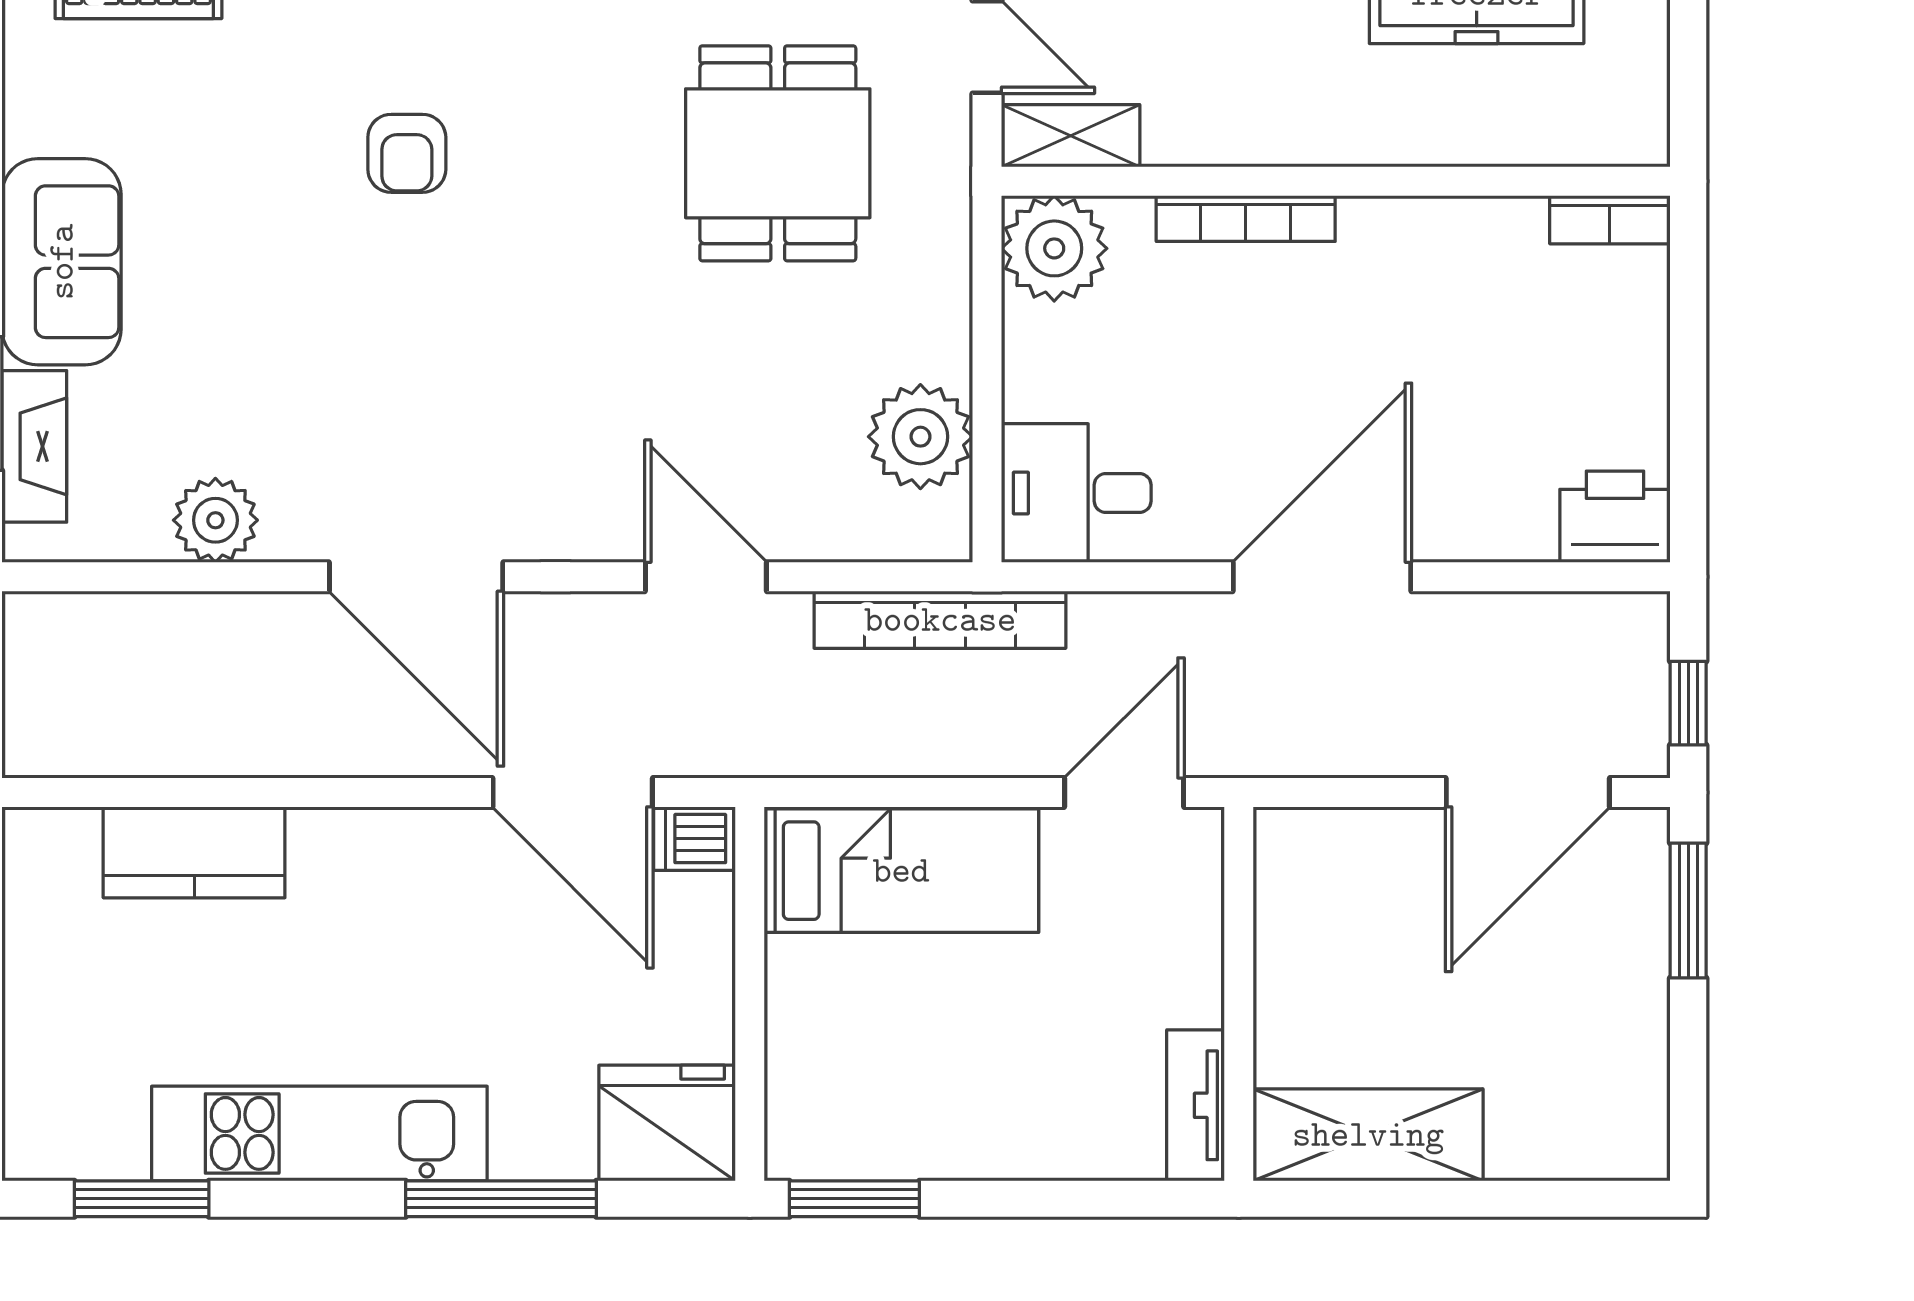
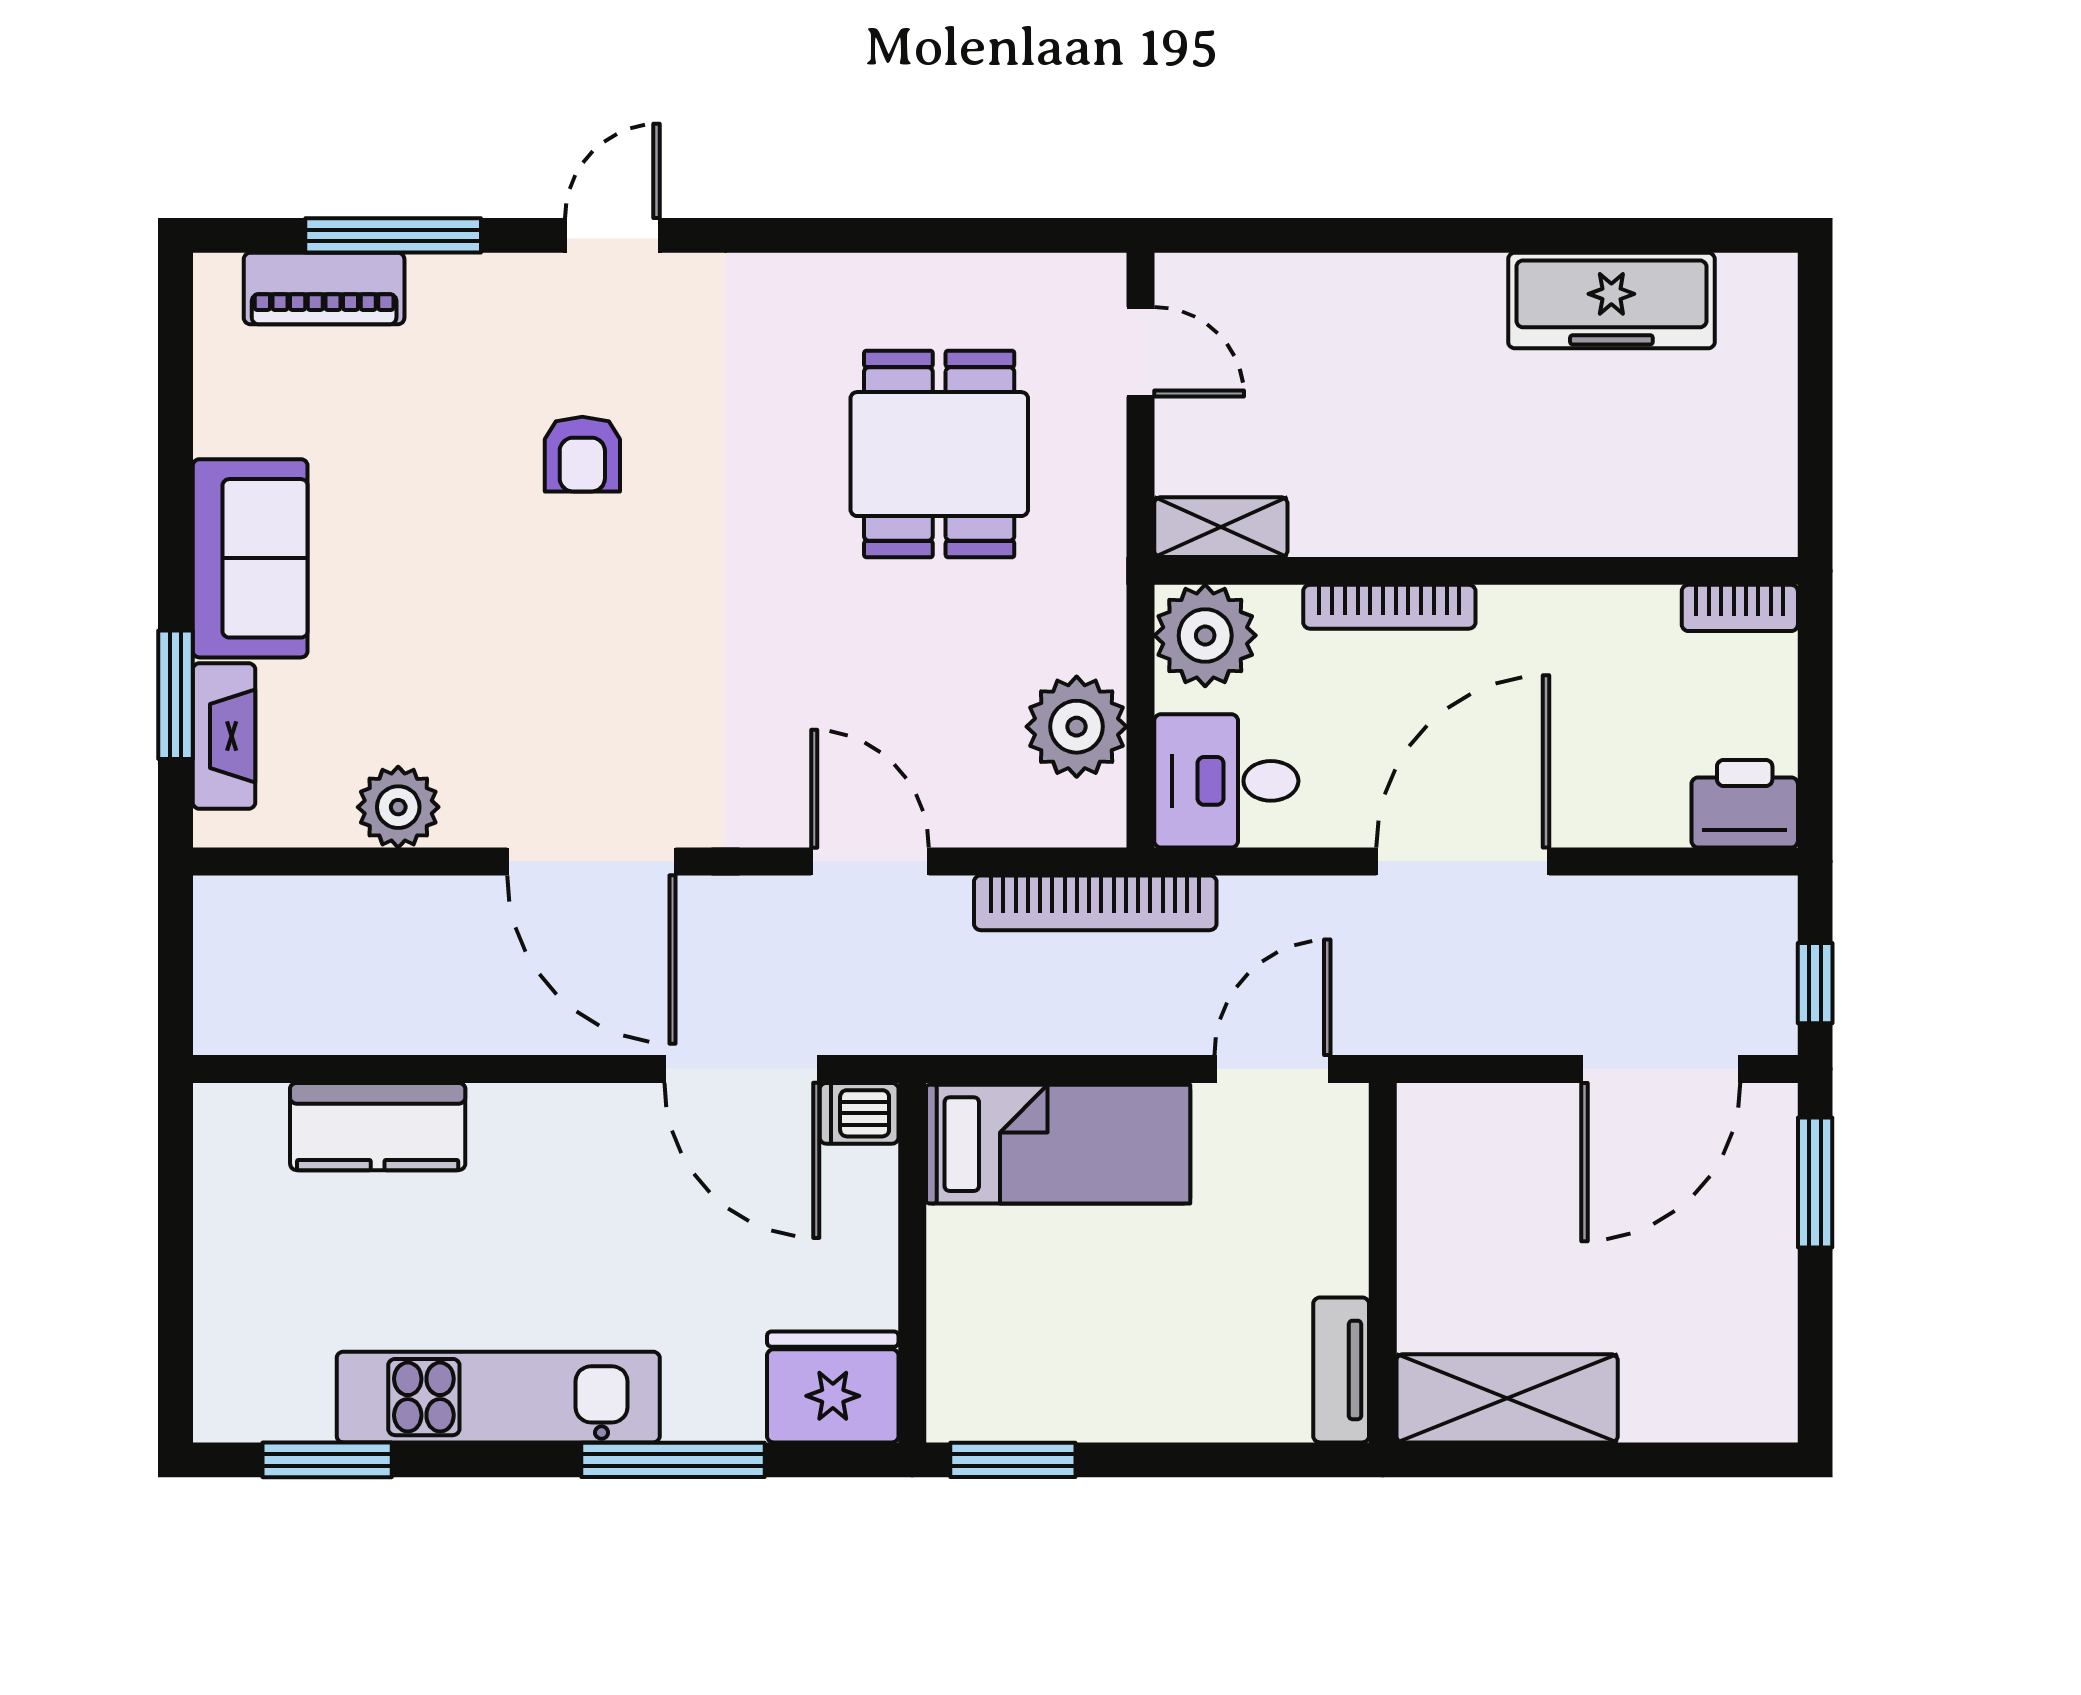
shelving: (1071, 136) -> (1221, 527), moved
wall: (1336, 181) -> (1476, 571), moved
bookcase: (1246, 219) -> (1389, 607), moved
bookcase: (1610, 220) -> (1740, 608), moved
plant: (1054, 248) -> (1205, 635), moved

